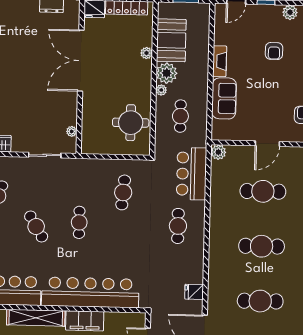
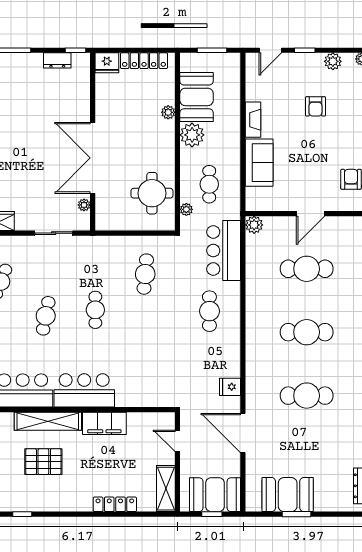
double door: (81, 61) -> (93, 158), moved
plant: (161, 90) -> (186, 209), moved
cafe table: (36, 226) -> (46, 316), turned 42
bar counter: (90, 292) -> (84, 390), width x0.54

